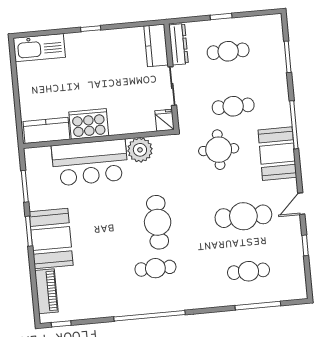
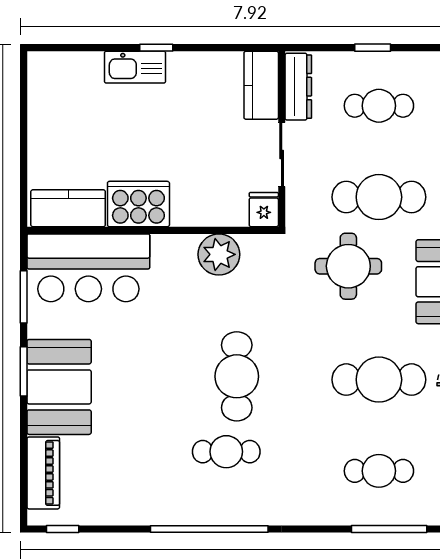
kitchen sink: (39, 48) -> (135, 67), moved, width x0.73, depth x0.81
cafe table: (233, 106) -> (379, 197), width x1.37, depth x1.35
bar counter: (90, 163) -> (88, 268), moved

